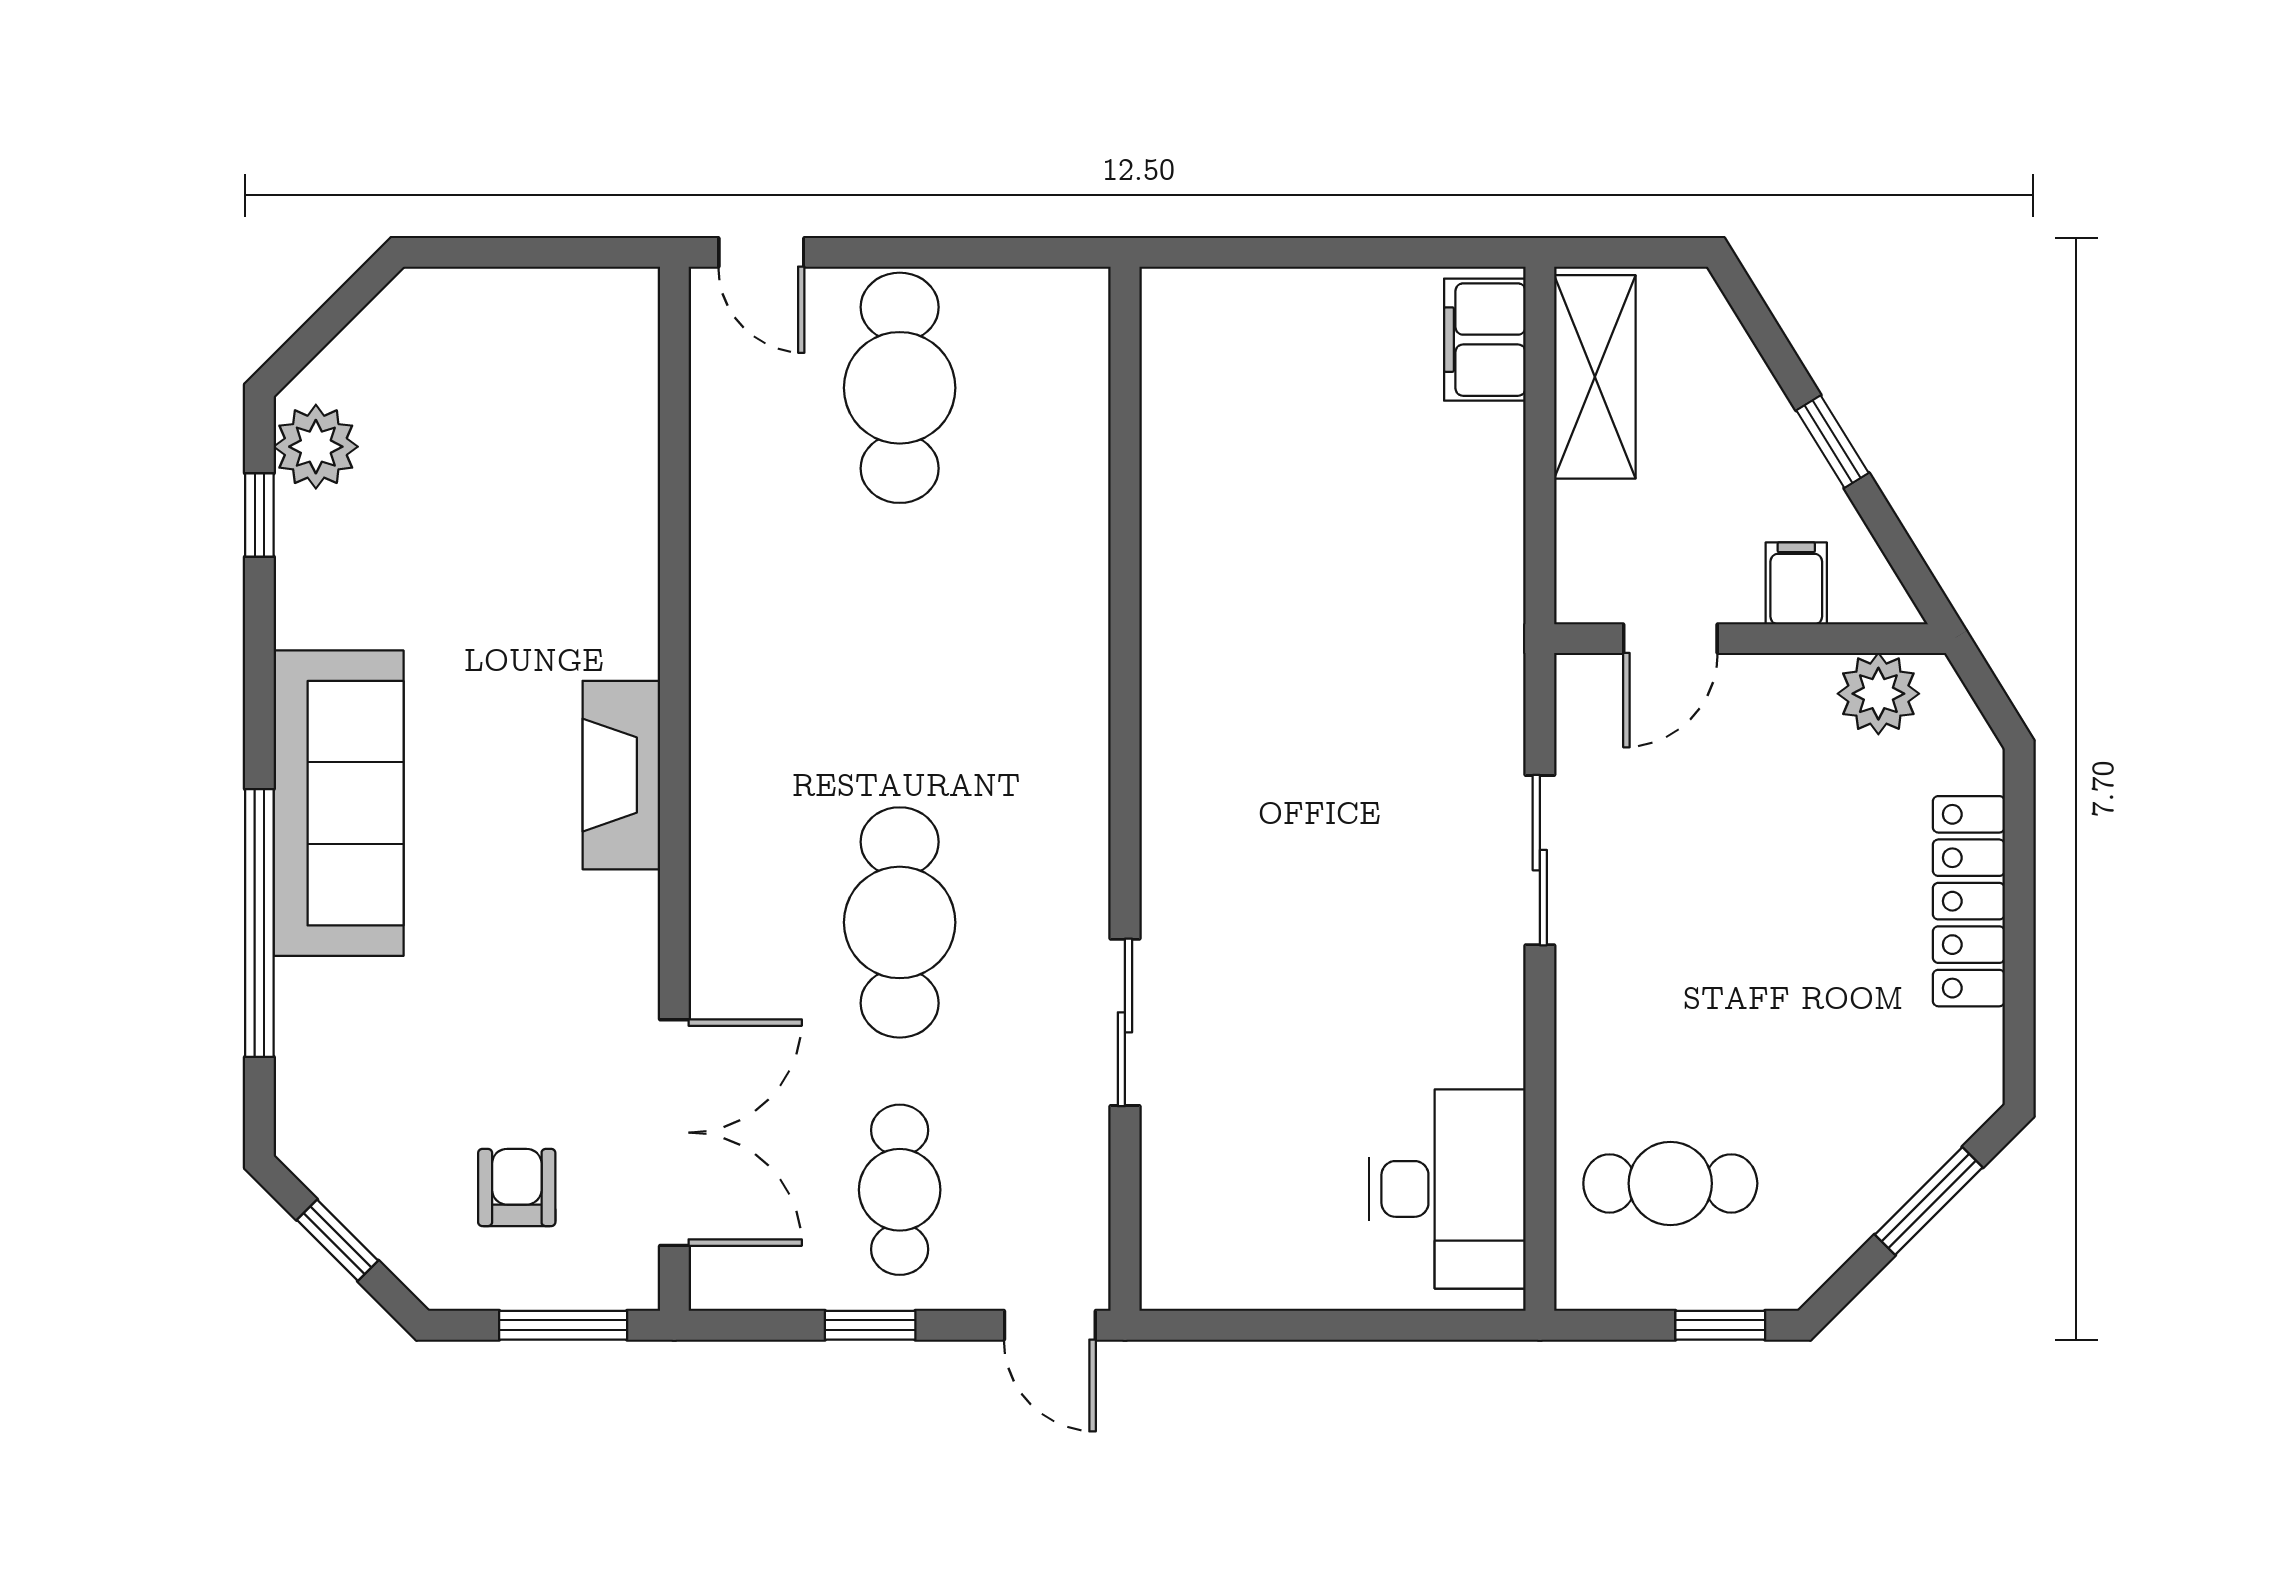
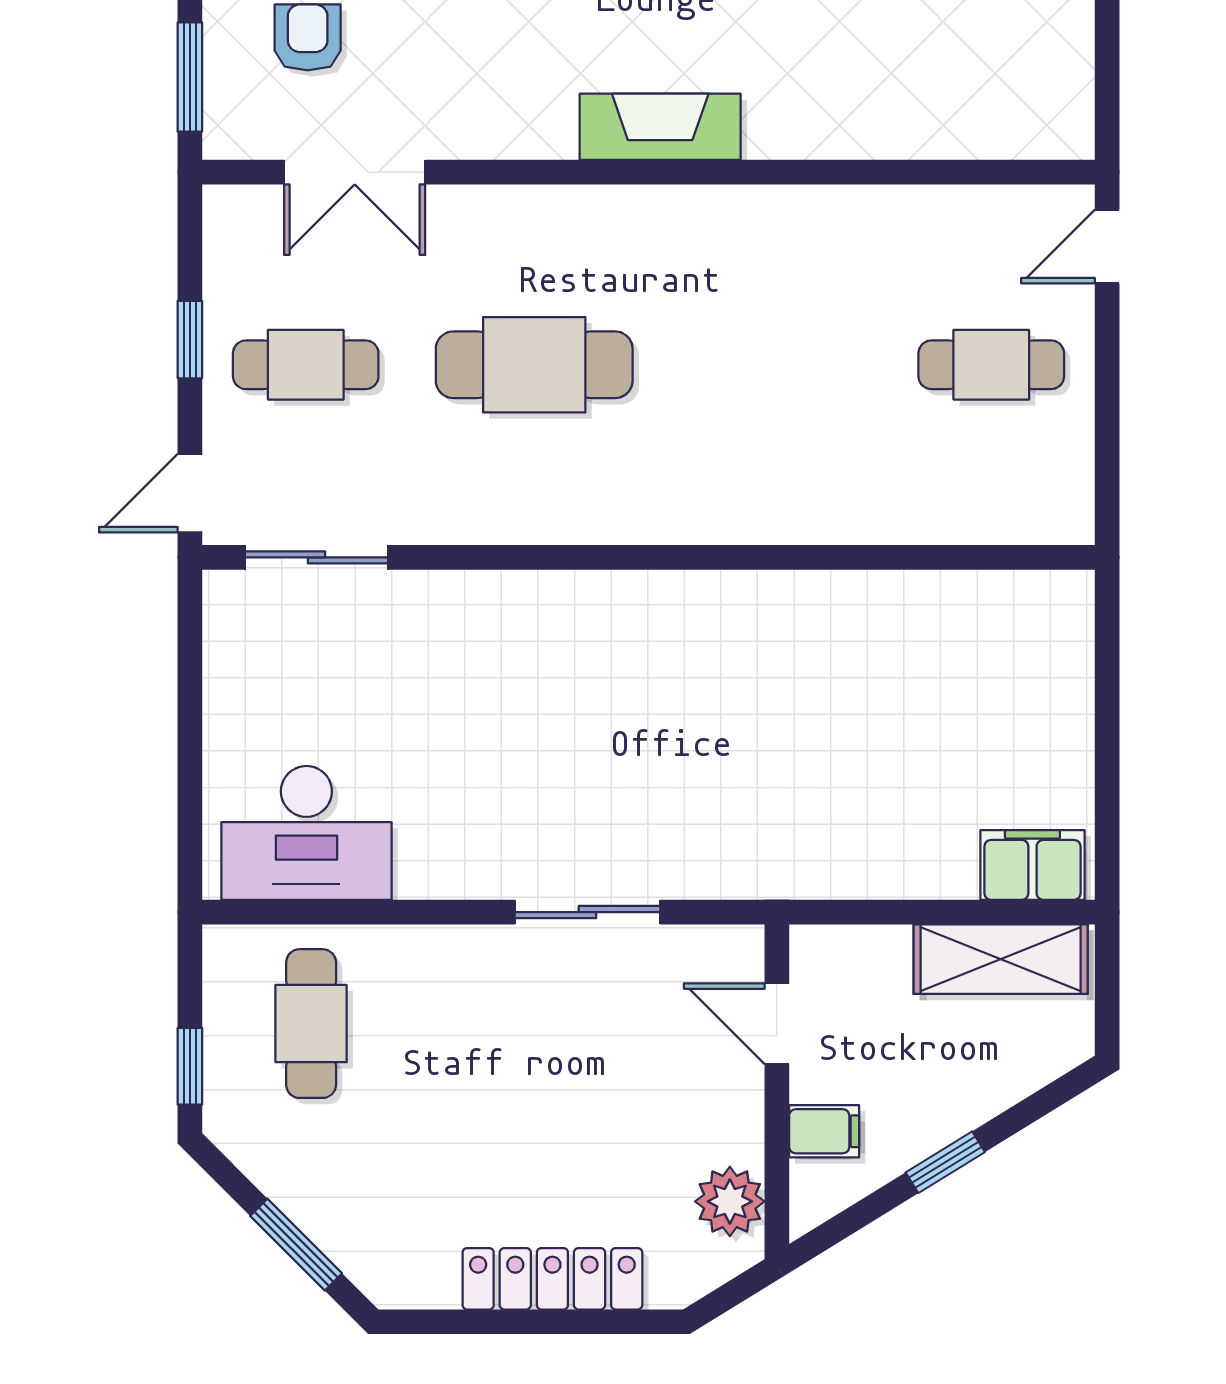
cafe table: (900, 388) -> (991, 365), width x0.73, depth x0.74
sliding door: (1125, 1022) -> (316, 557), moved
double door: (674, 1133) -> (355, 172), width x0.73
armchair: (517, 1188) -> (308, 37), turned -90

